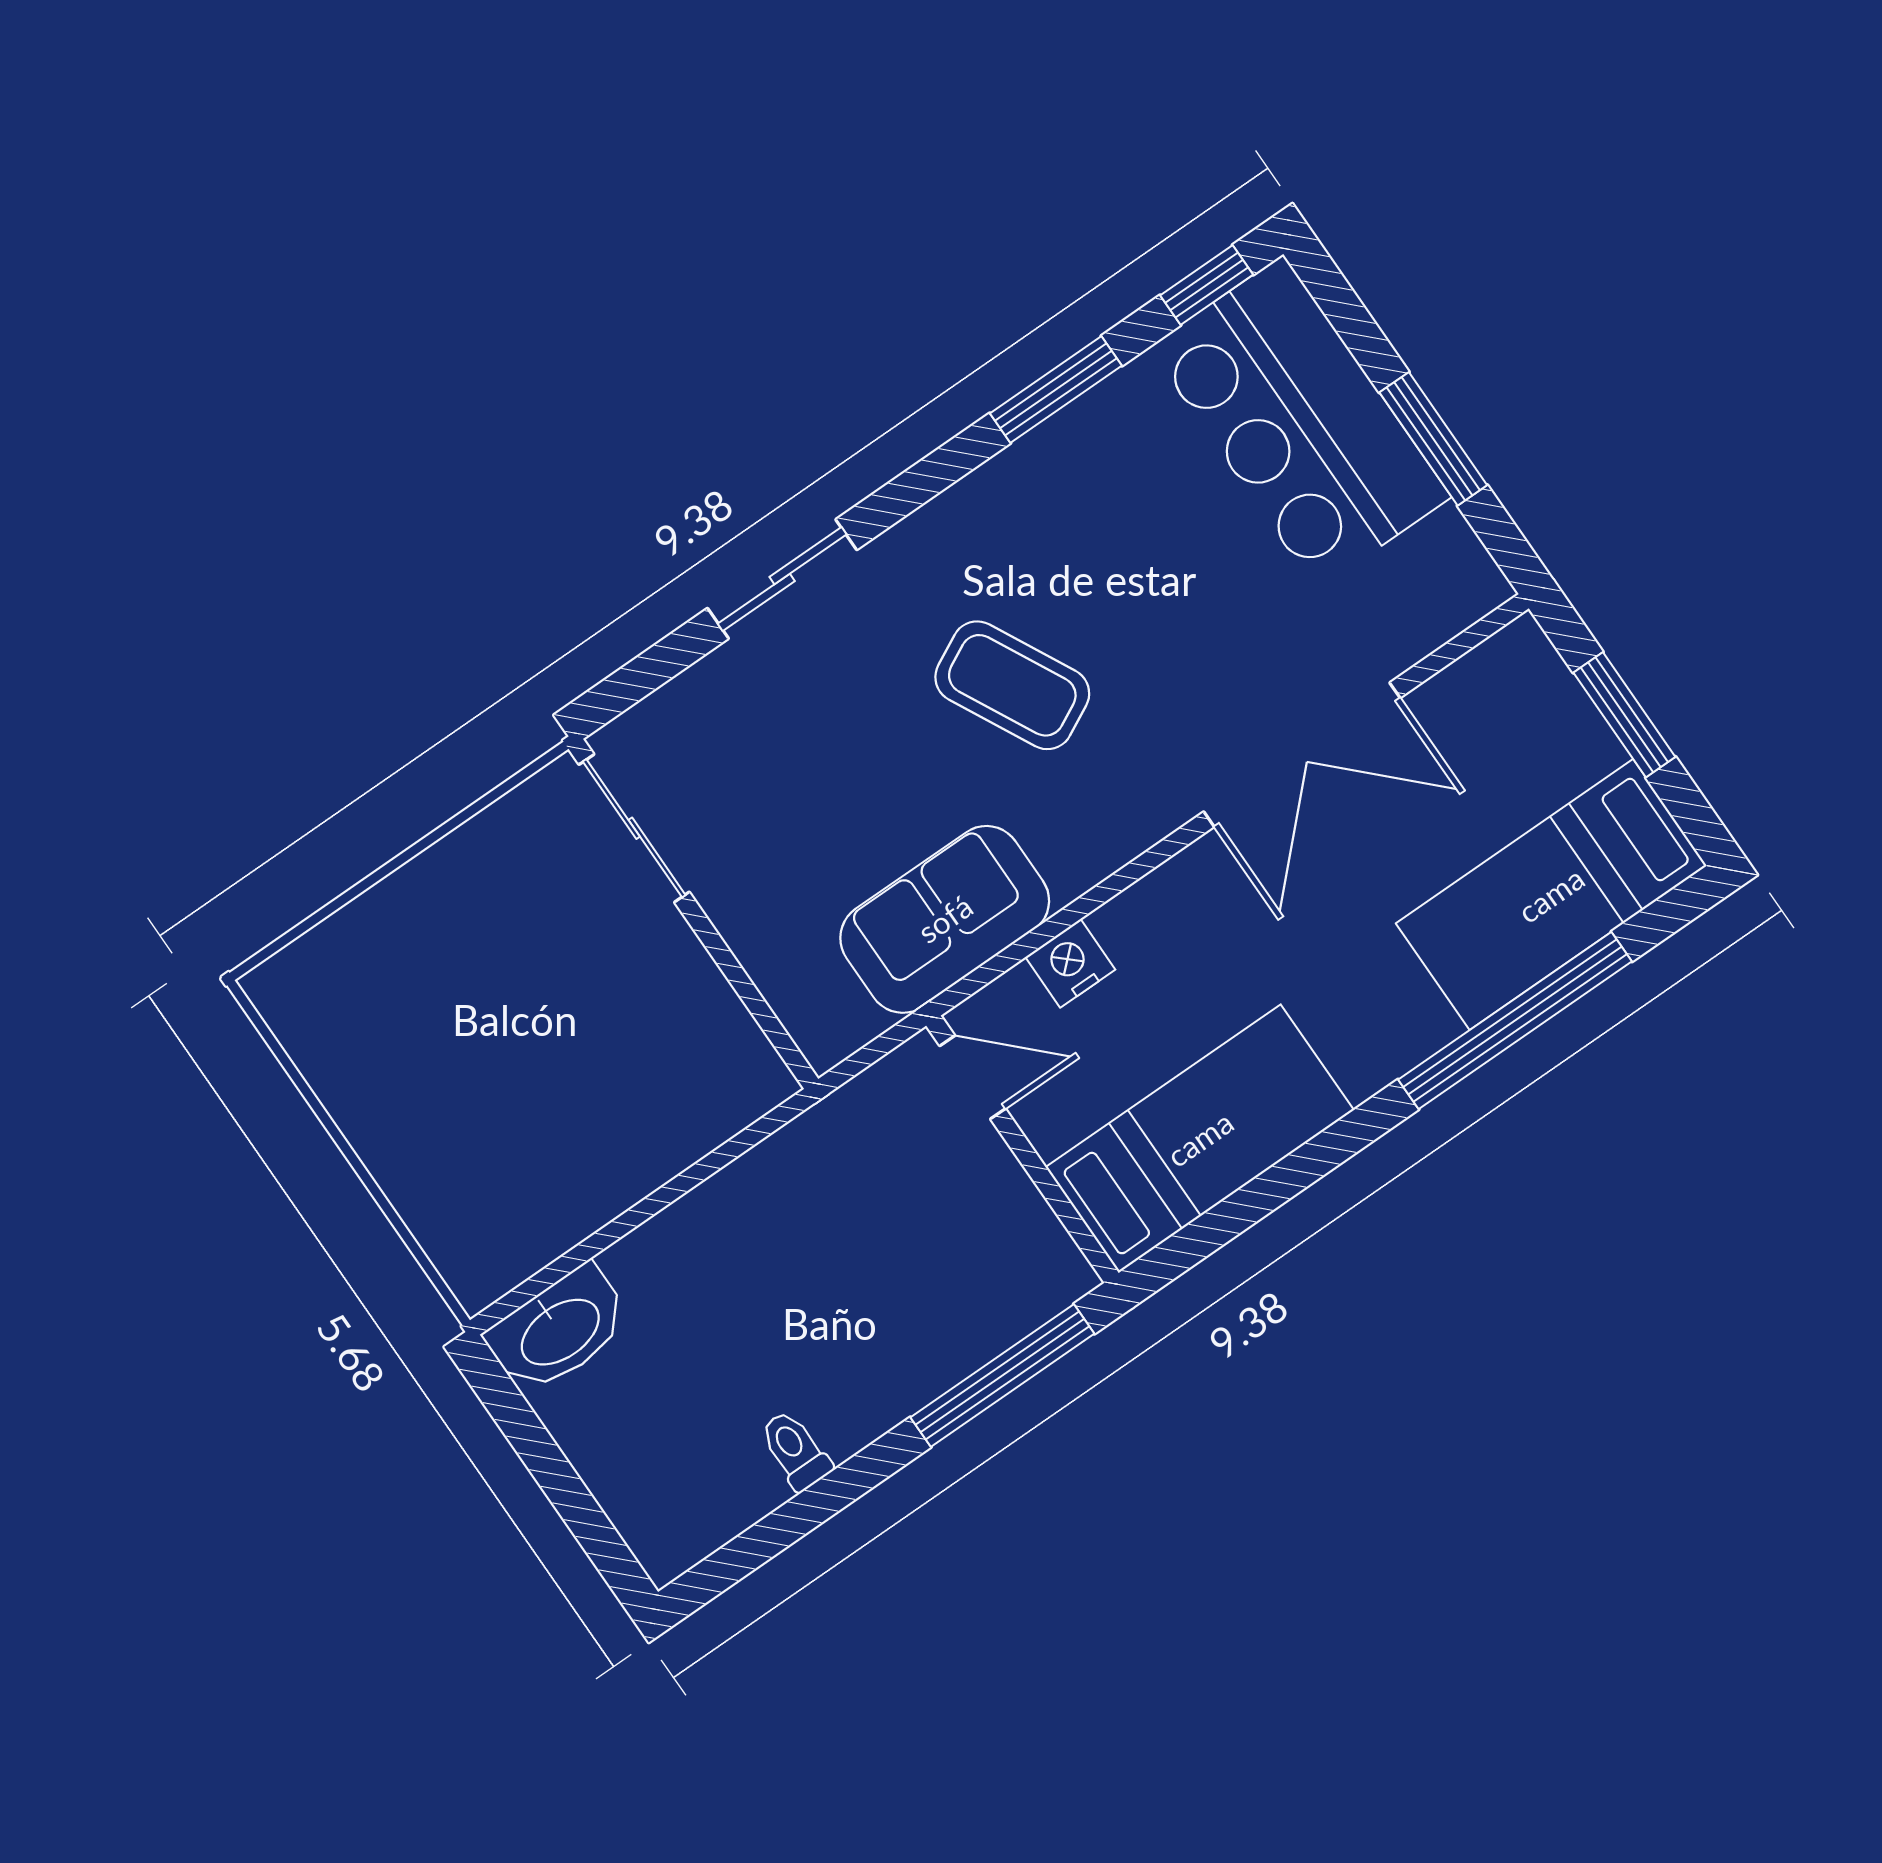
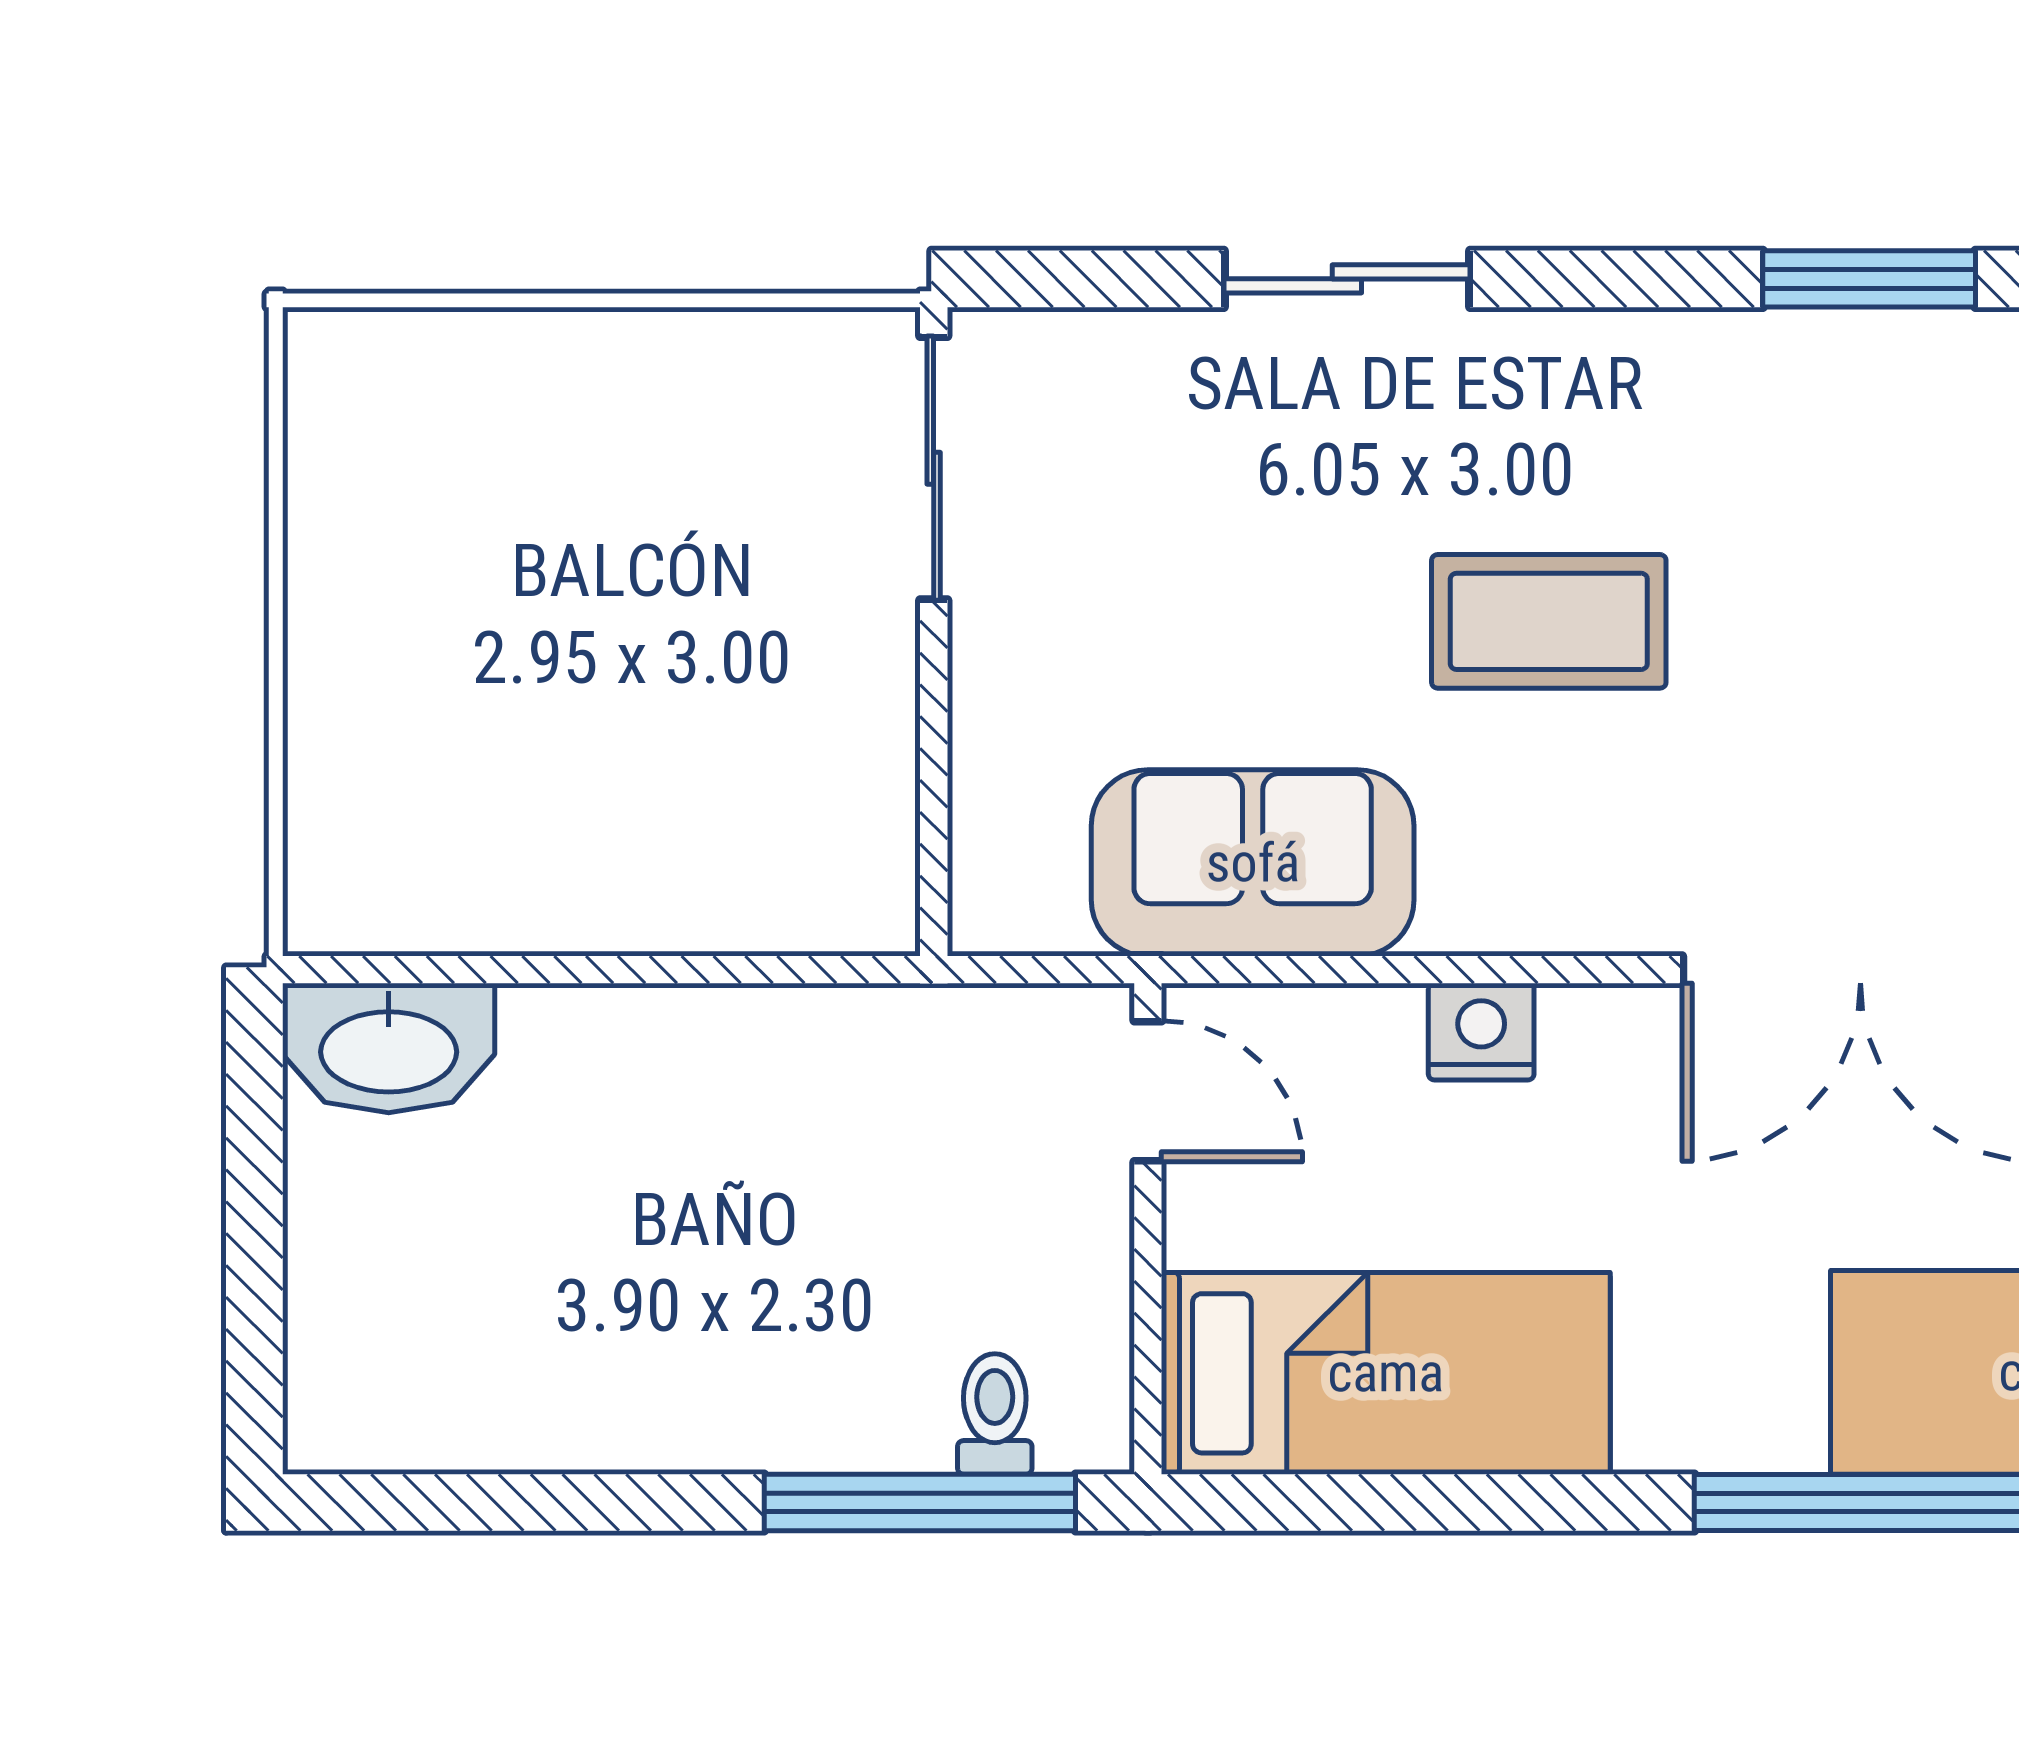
coffee table: (1012, 685) -> (1549, 621), turned -63
nightstand: (1070, 963) -> (1481, 1032), moved
toilet: (795, 1450) -> (995, 1414), moved

